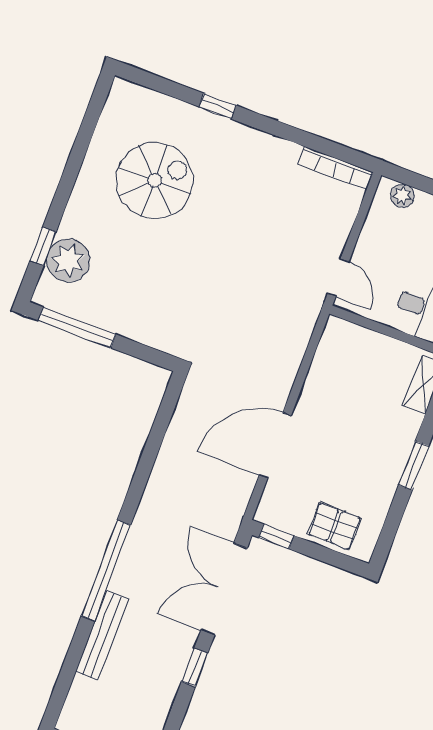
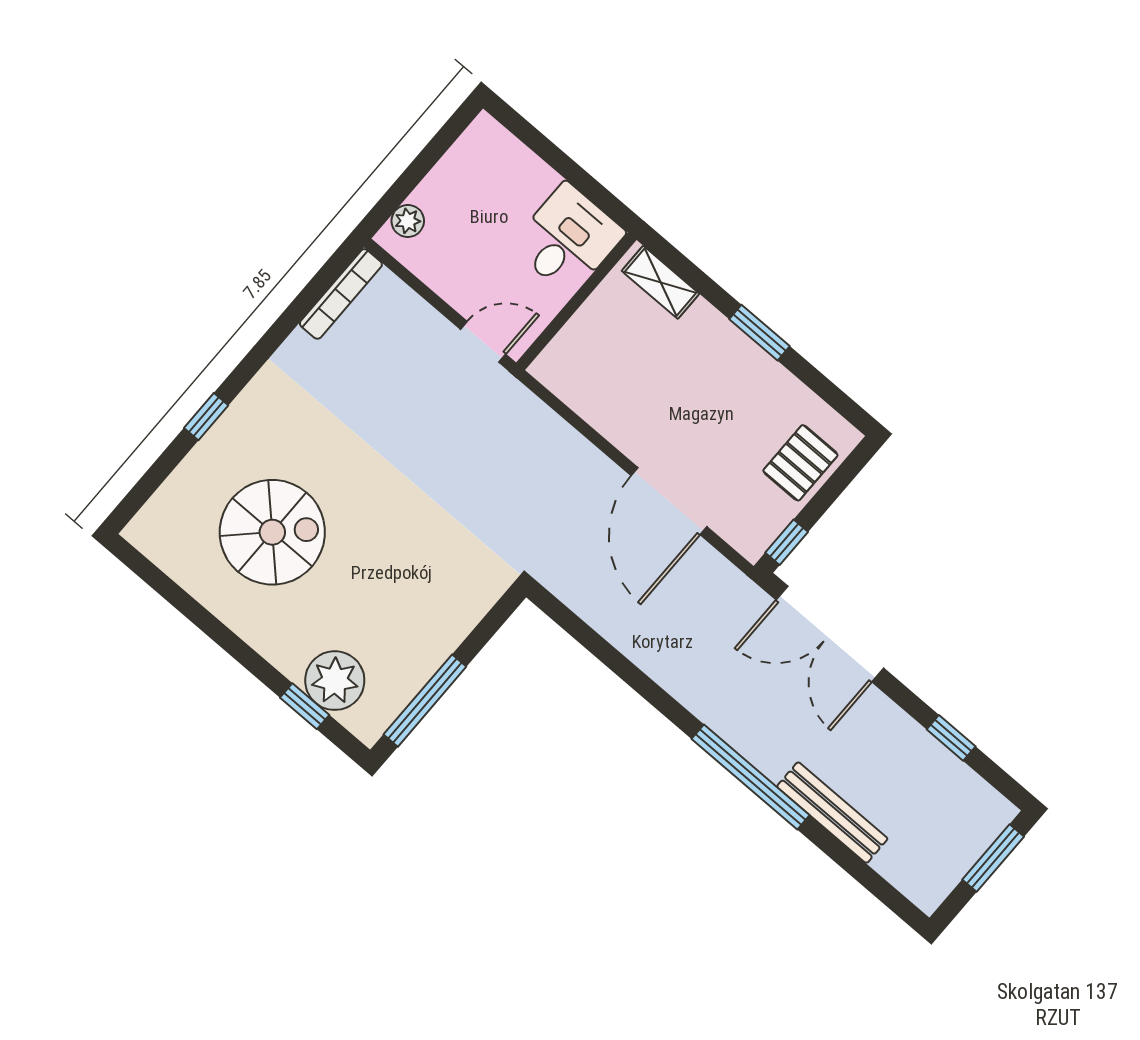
spiral stairs: (155, 180) -> (272, 532), turned 90
window: (195, 667) -> (951, 738), moved

